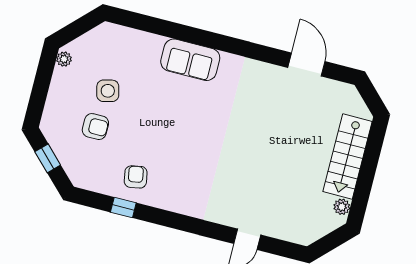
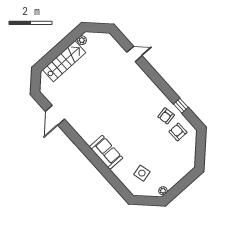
side table: (108, 91) -> (142, 173), moved
armchair: (95, 127) -> (178, 132), moved
window: (48, 158) -> (200, 151), removed

